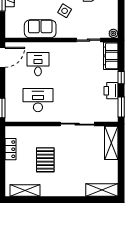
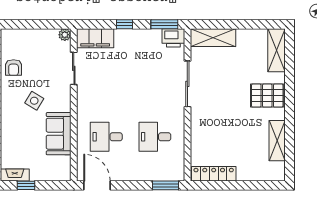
printer: (111, 91) -> (173, 38), moved
desk: (38, 100) -> (155, 137), width x0.73
locker: (11, 149) -> (214, 174), width x1.53
pallet: (45, 160) -> (267, 96), moved
shelving: (25, 190) -> (277, 141), moved

